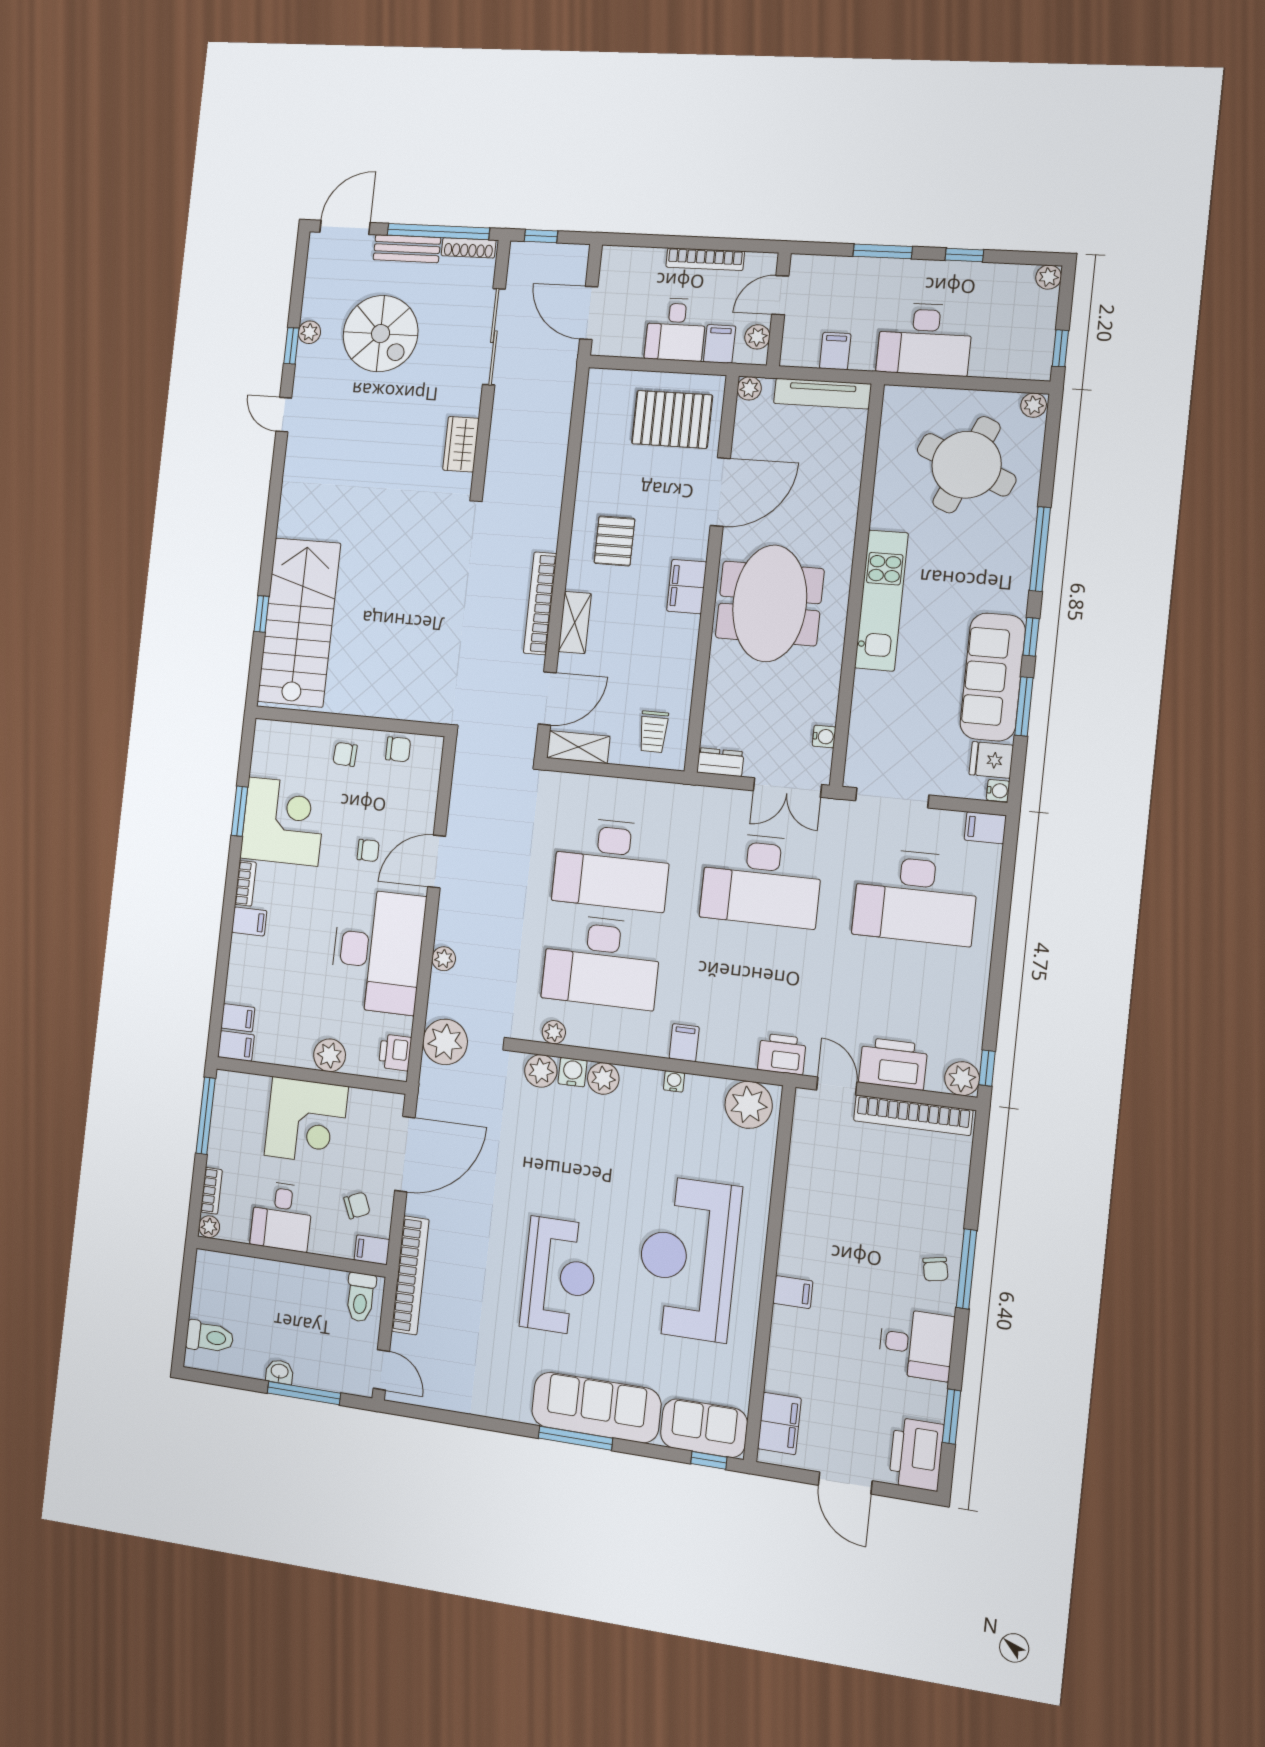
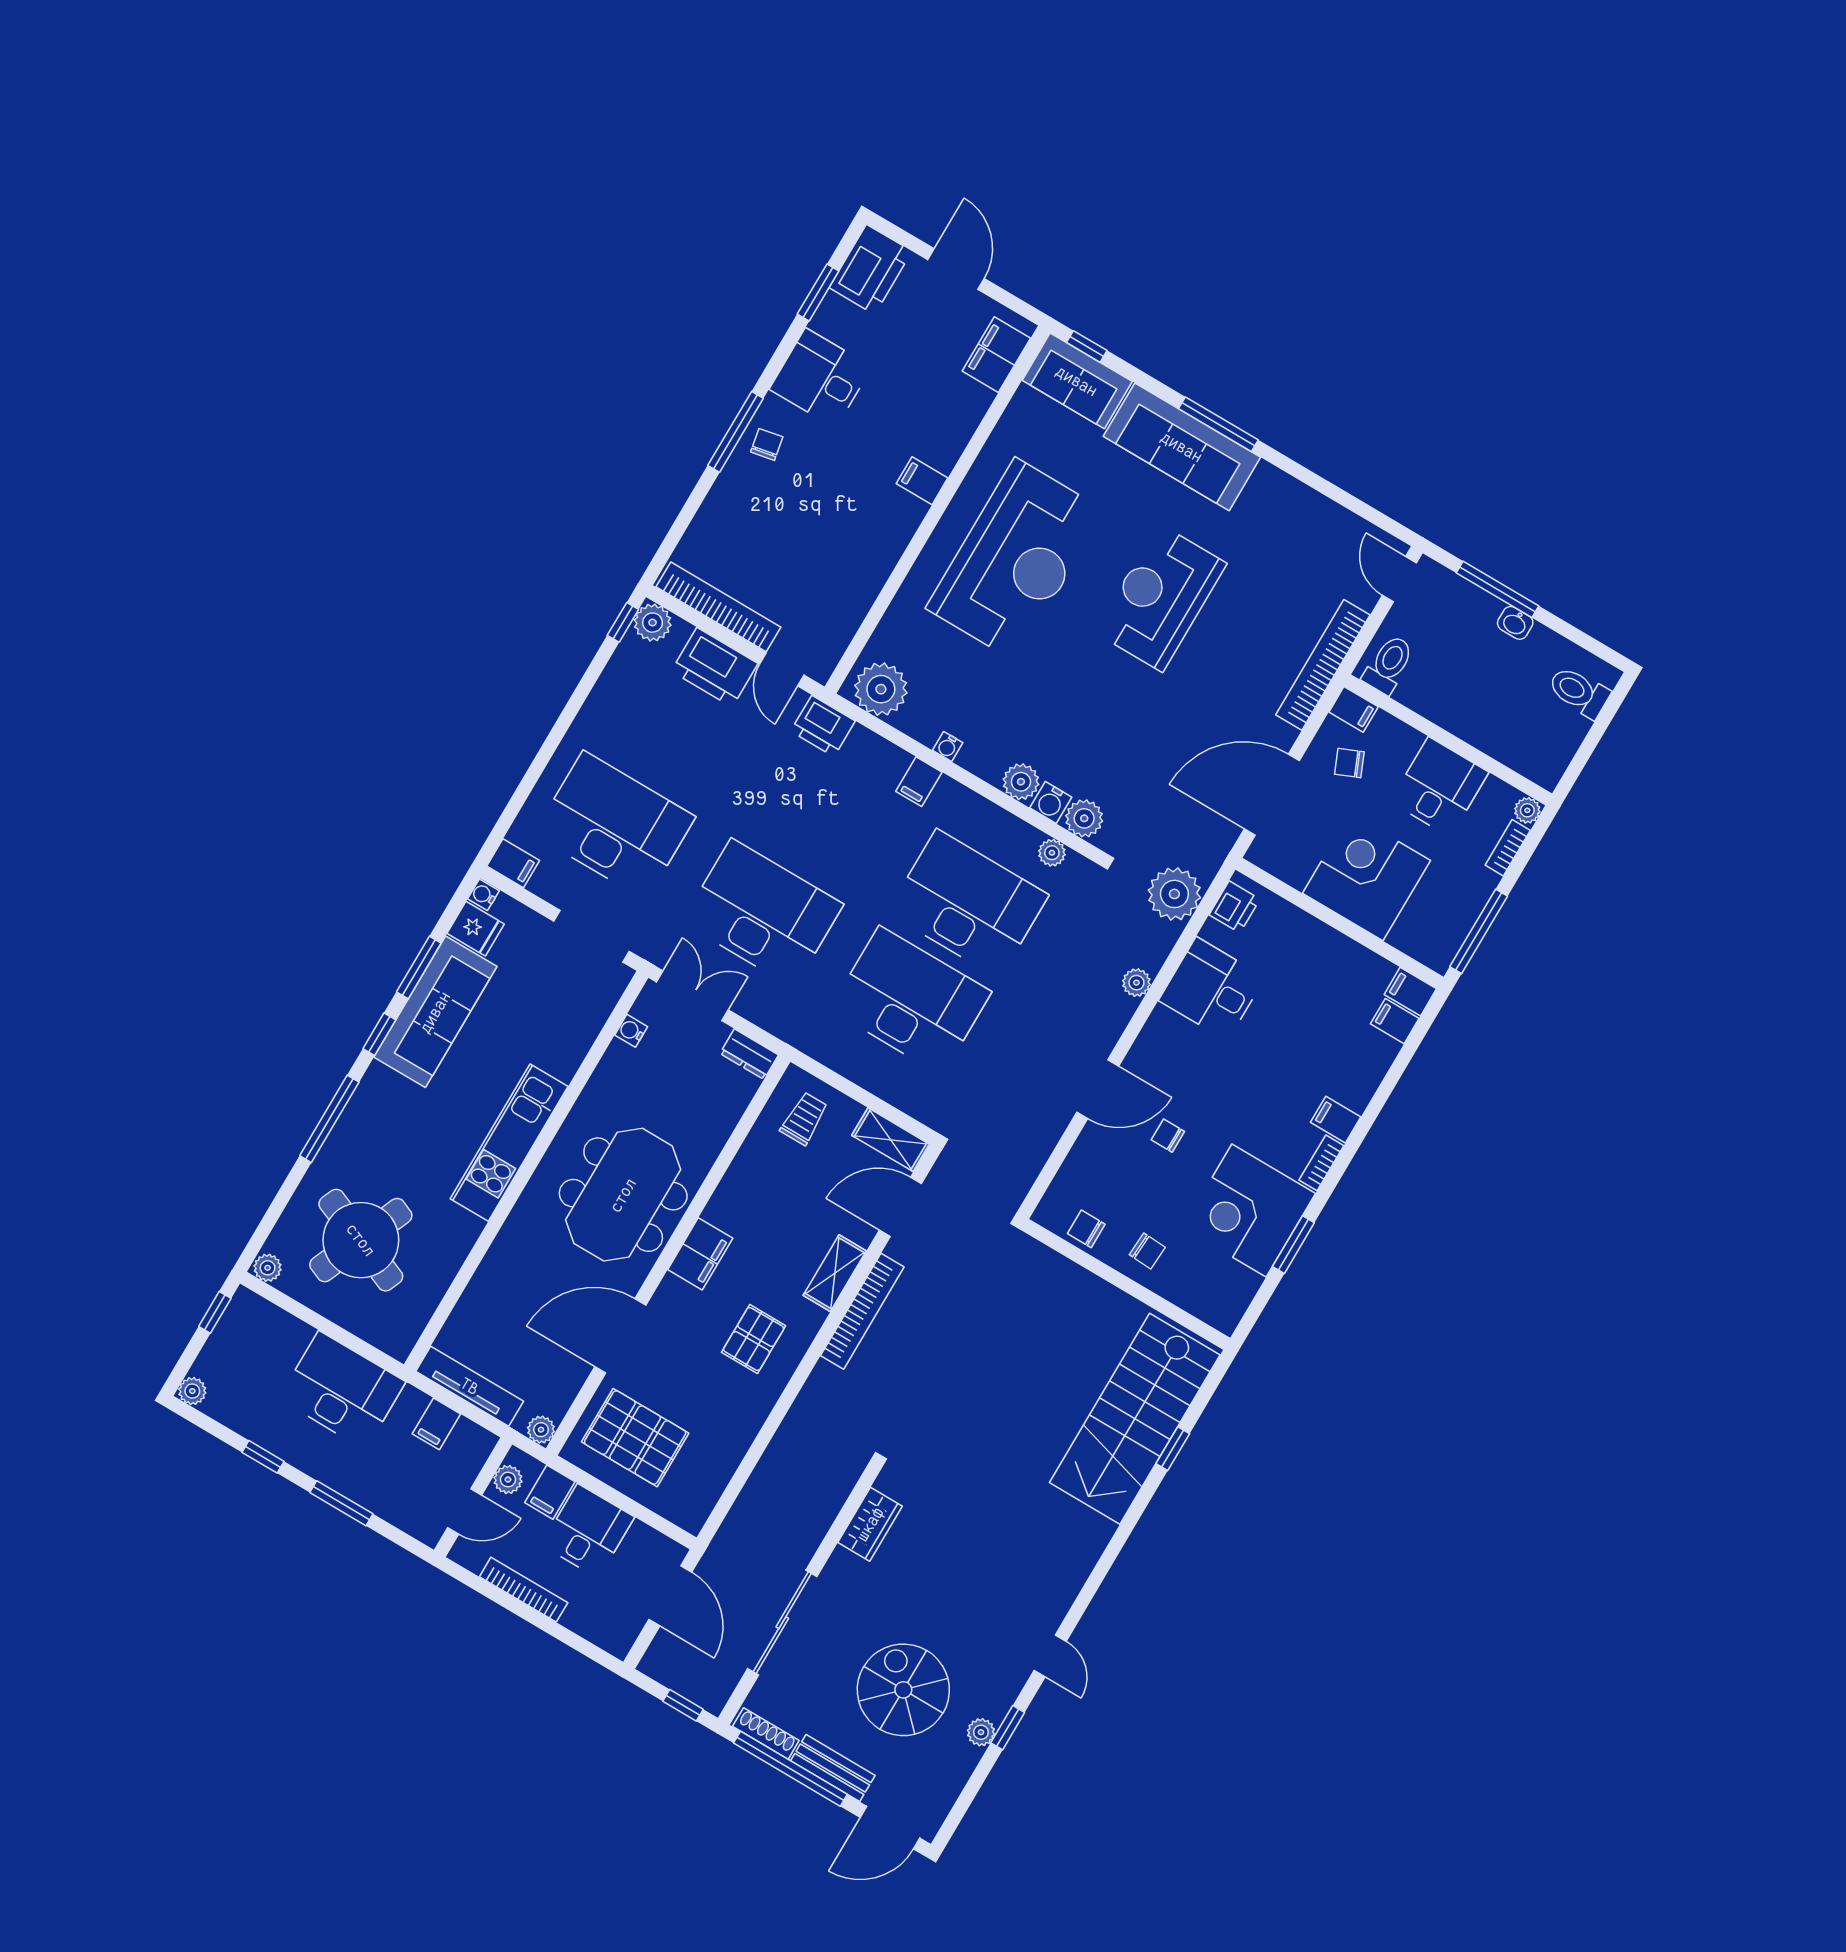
desk: (378, 951) -> (1212, 989), width x0.53, depth x0.77
plant: (330, 1055) -> (1309, 936), removed

